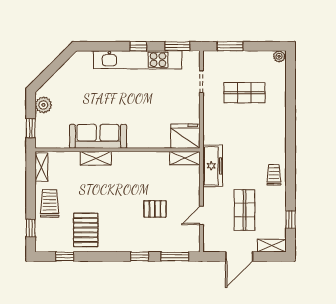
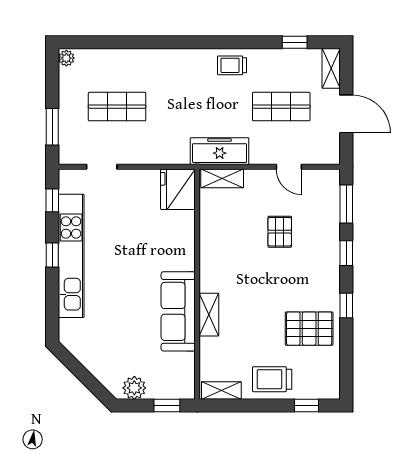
window: (177, 46) -> (52, 200), width x0.67
shop shelf: (244, 93) -> (117, 107), turned 90
shelving: (185, 158) -> (222, 178), moved, turned 90
window: (65, 256) -> (346, 305), moved

